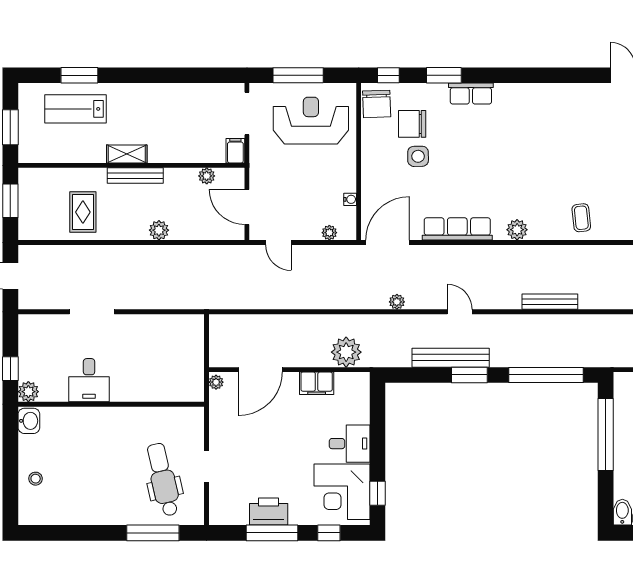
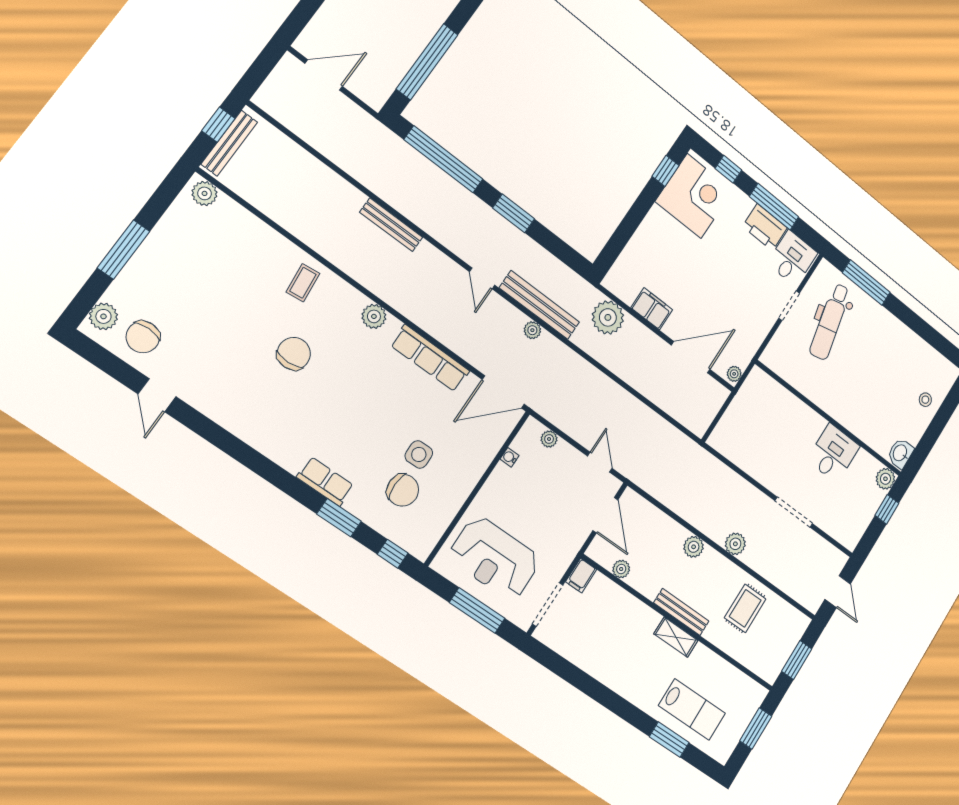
chair: (377, 104) -> (294, 354), moved
plant: (125, 255) -> (735, 544), added
bench: (451, 358) -> (540, 305), moved
desk: (350, 444) -> (792, 258), moved, turned 90

